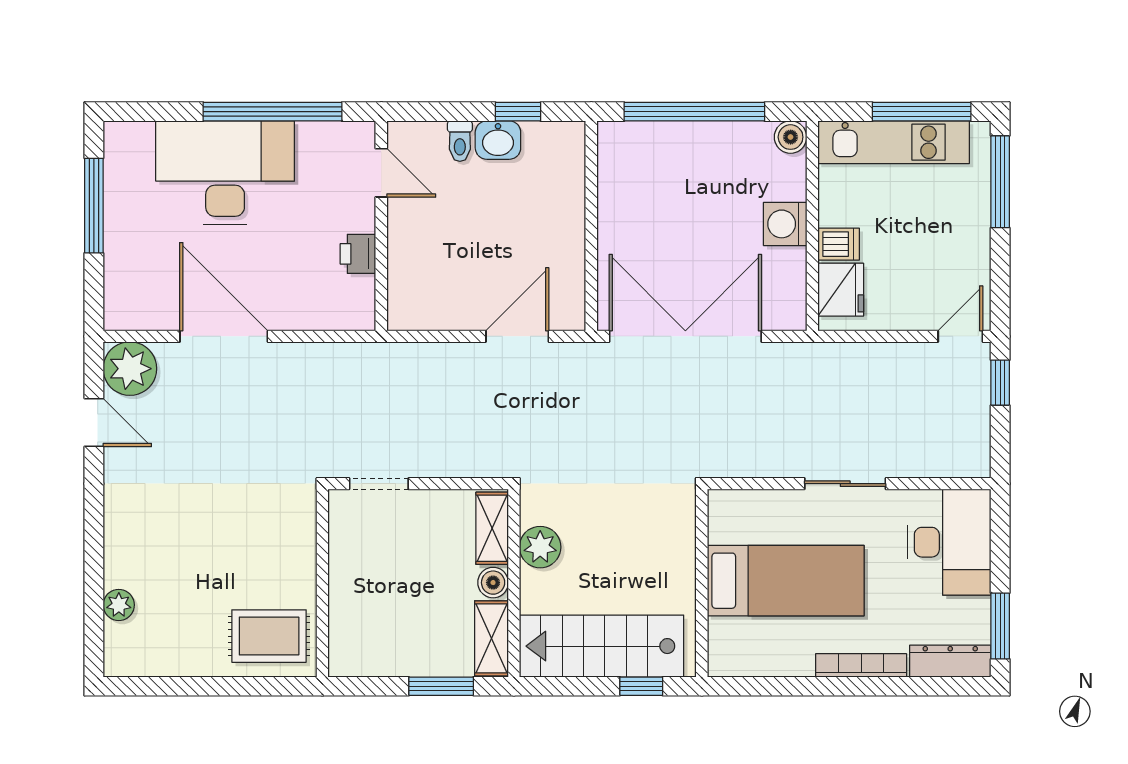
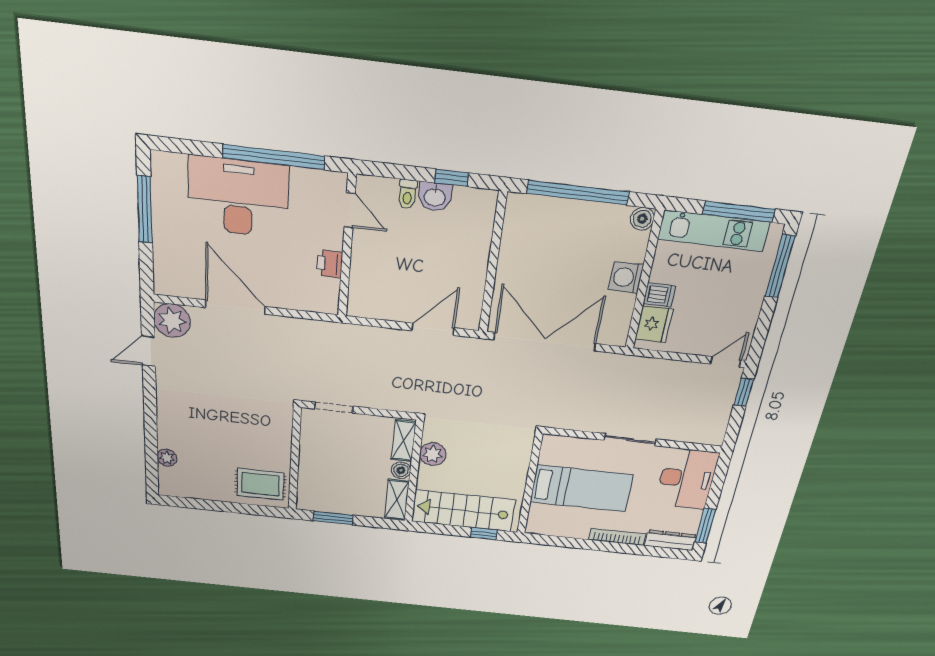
door: (94, 423) -> (149, 351), swing flipped
window: (441, 686) -> (333, 518), moved

